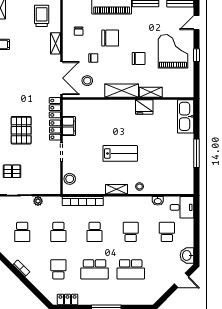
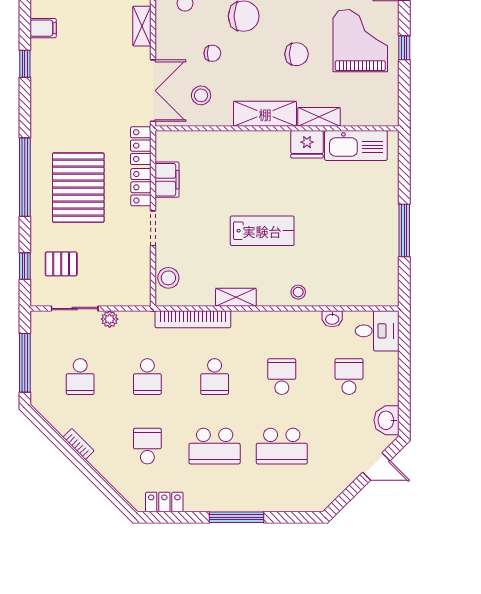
kitchen sink: (186, 116) -> (356, 146), moved, turned -90
pallet: (21, 130) -> (78, 188), width x1.37, depth x1.41
shelving: (117, 189) -> (236, 297), moved

